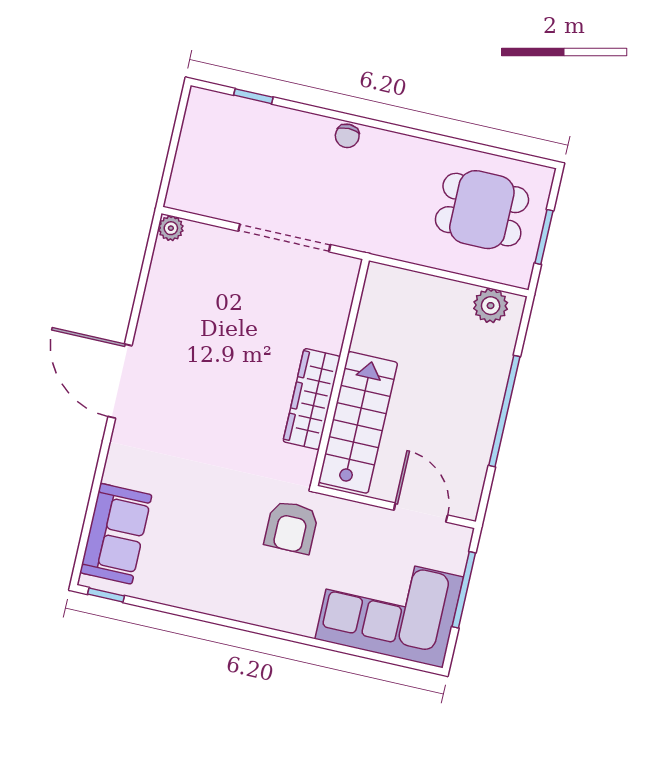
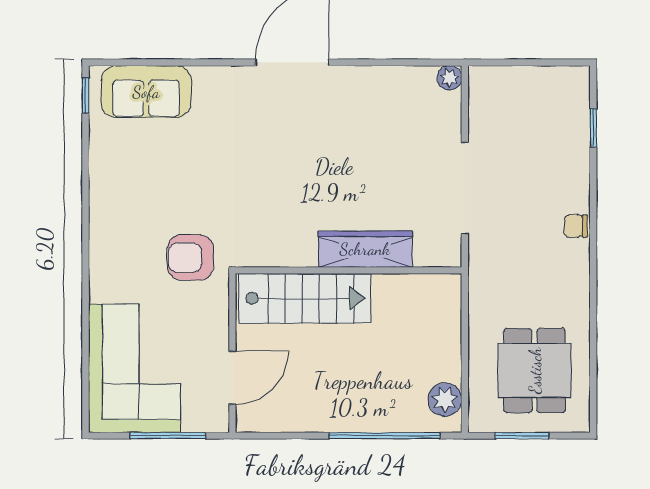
wardrobe: (312, 399) -> (365, 249), moved
window: (504, 411) -> (385, 436), moved

